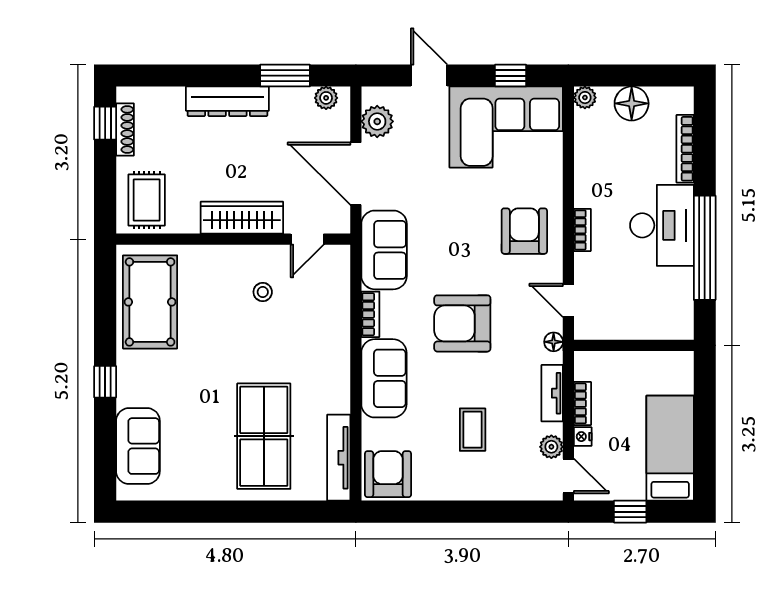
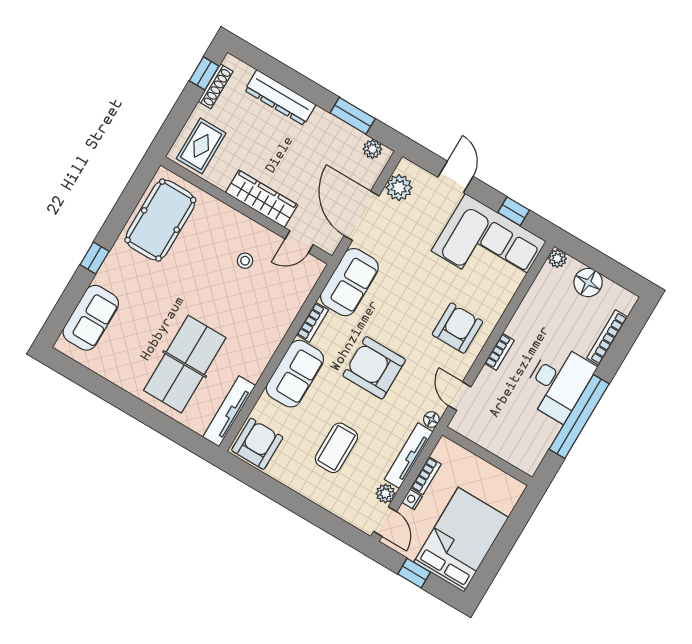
dresser: (227, 101) -> (280, 98), moved
tv unit: (552, 393) -> (409, 456), width x1.41
coffee table: (473, 430) -> (336, 448), width x1.36, depth x1.30
bed: (670, 448) -> (461, 540), width x1.50

